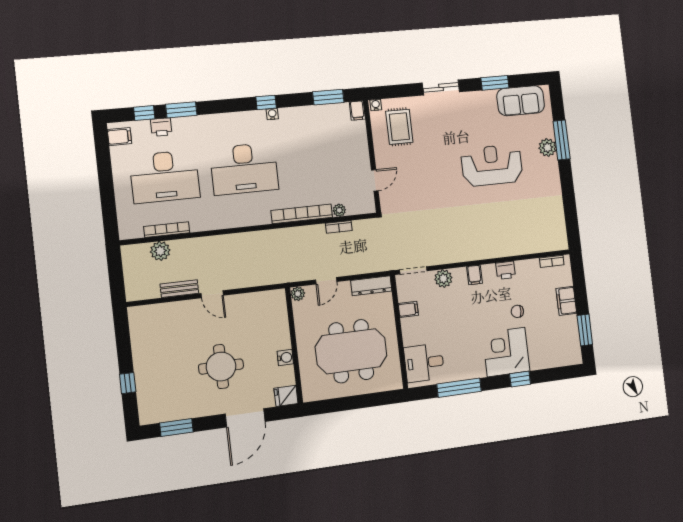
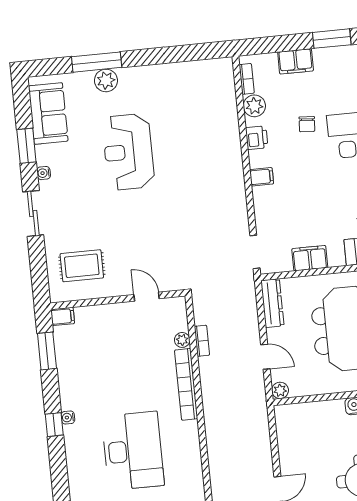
water cooler: (376, 105) -> (44, 173), moved
plant: (443, 278) -> (254, 106), moved
filing cabinet: (408, 309) -> (310, 258), width x2.00

